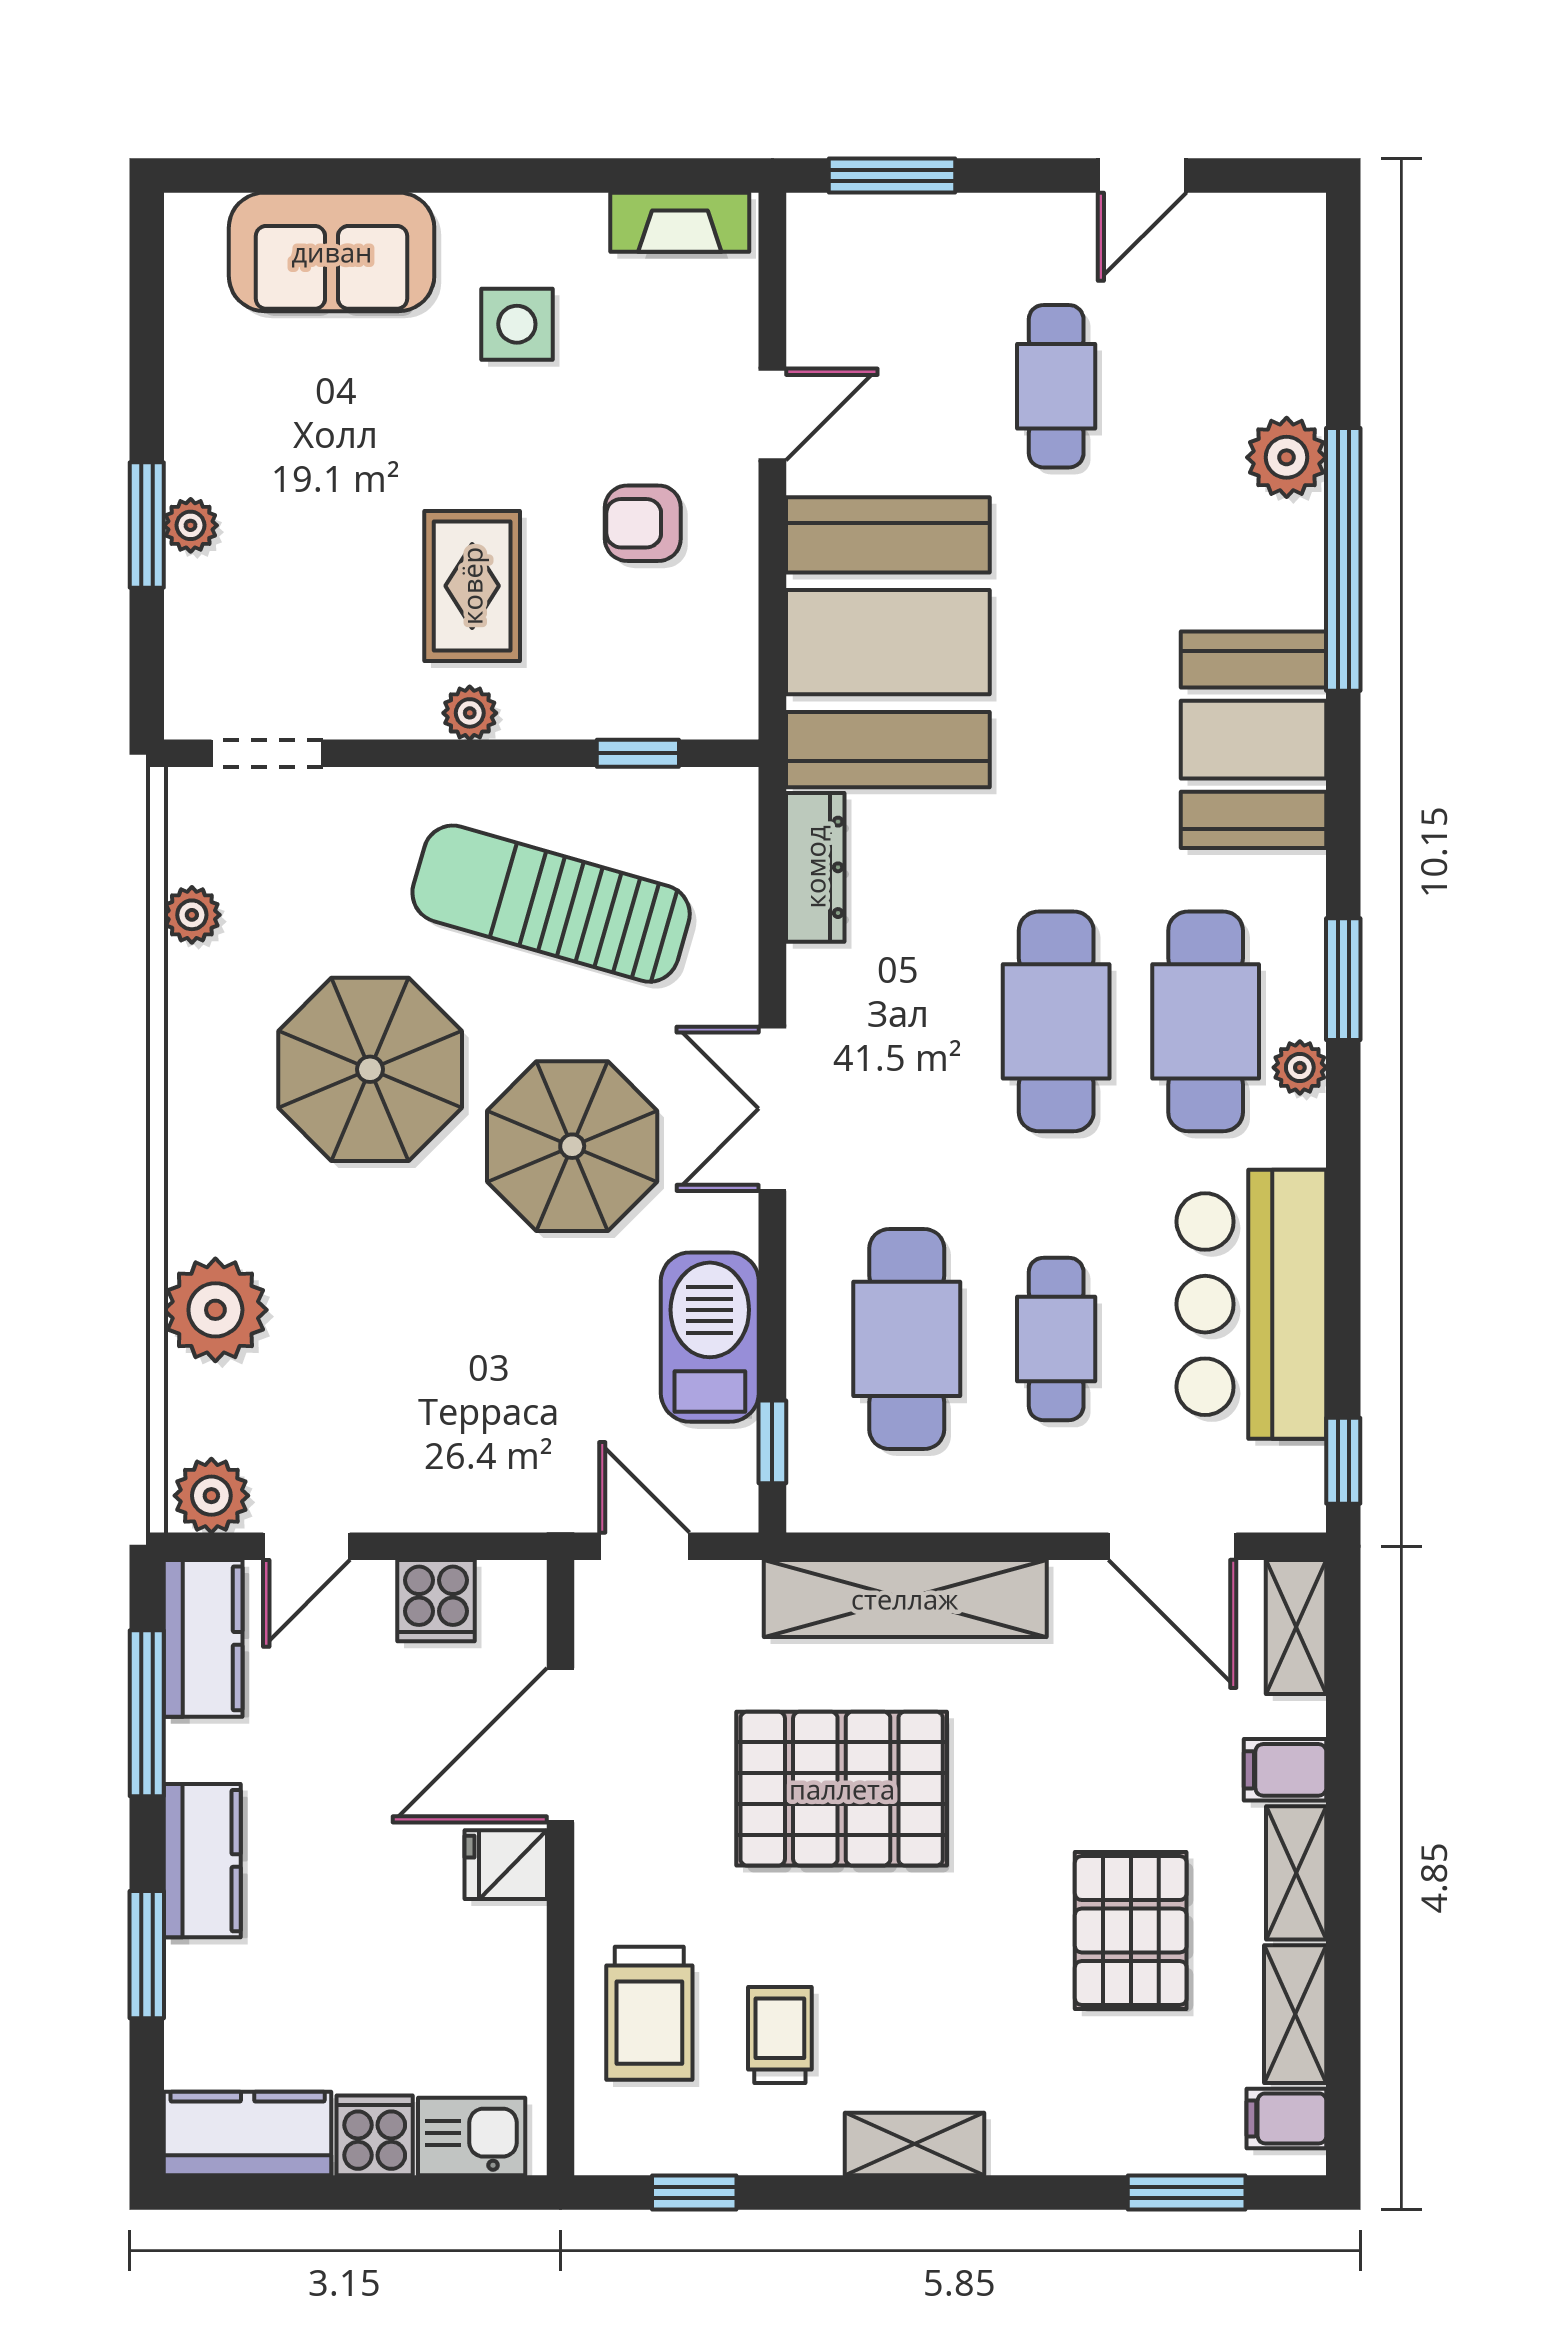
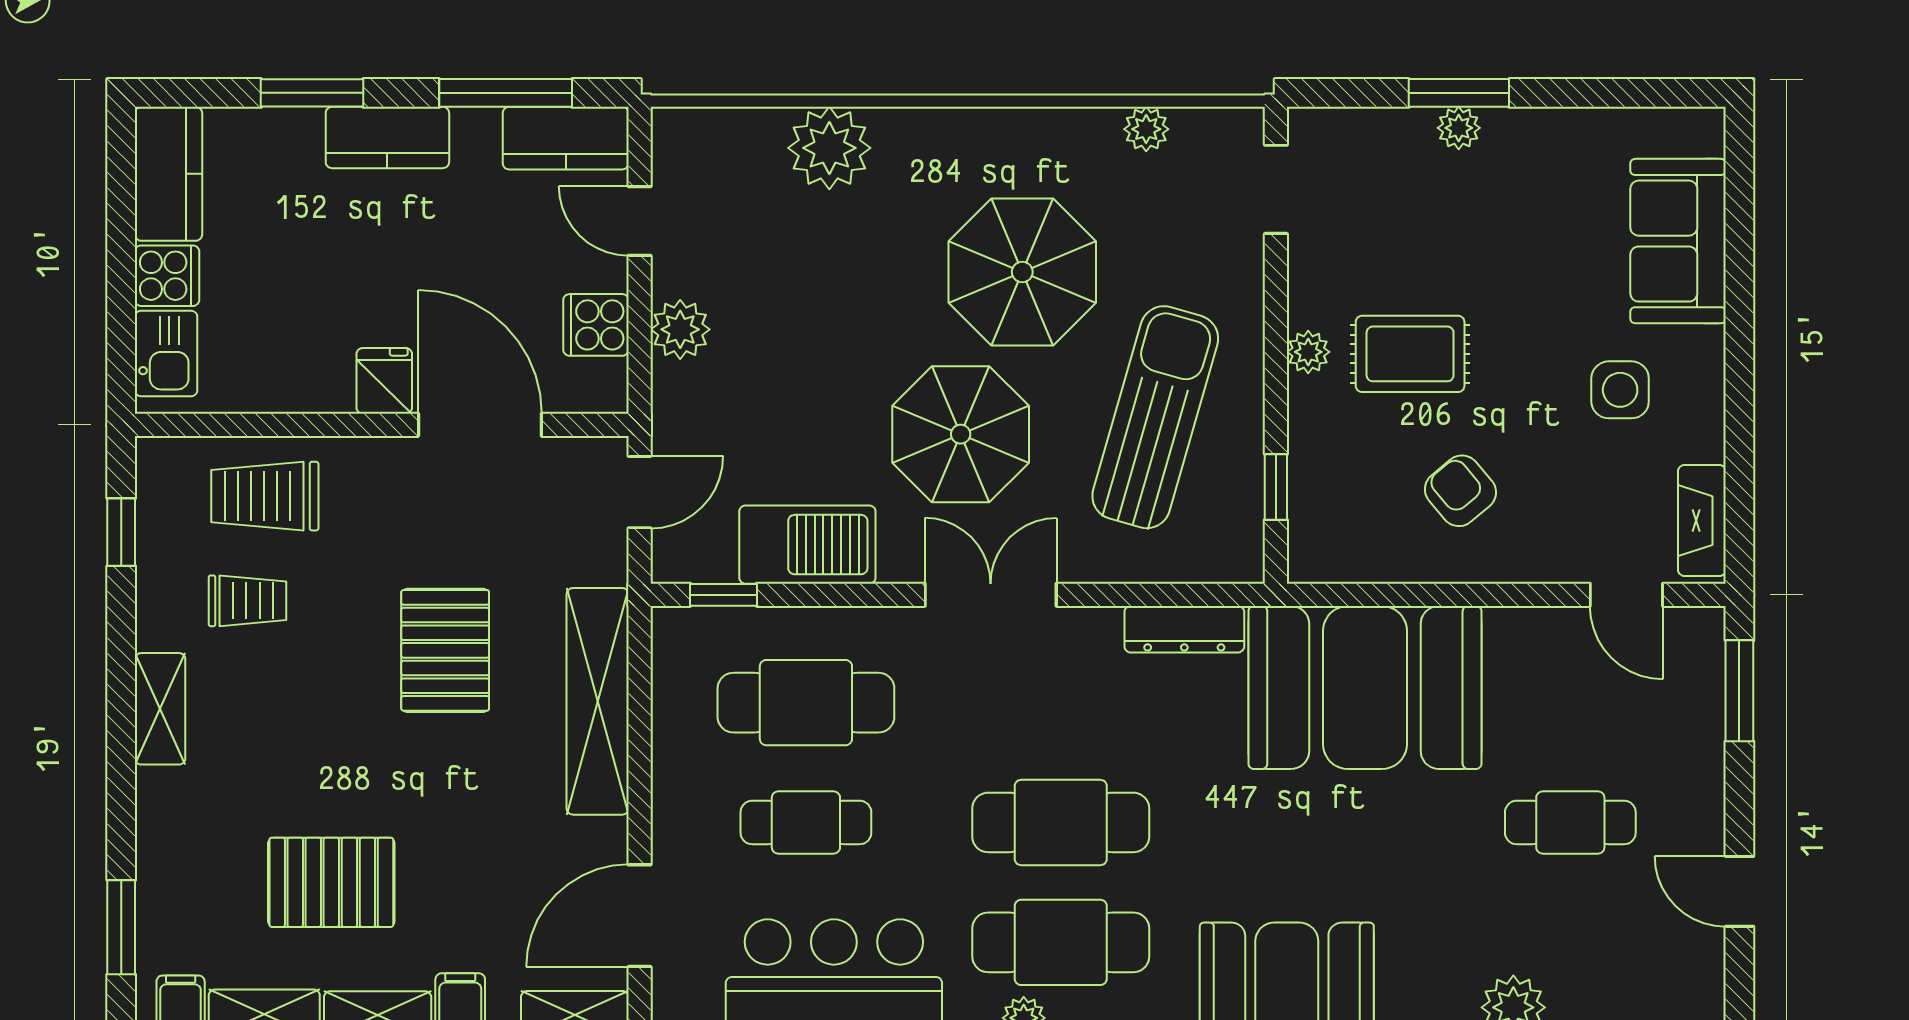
door: (772, 414) -> (1626, 595), moved
armchair: (643, 523) -> (1460, 491), turned -40
plant: (211, 1496) -> (680, 329), moved
pallet: (842, 1789) -> (445, 650), width x0.73, depth x0.71

